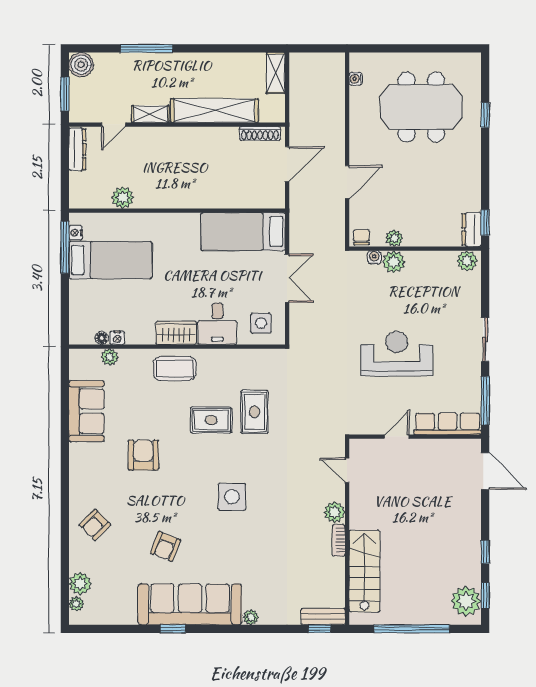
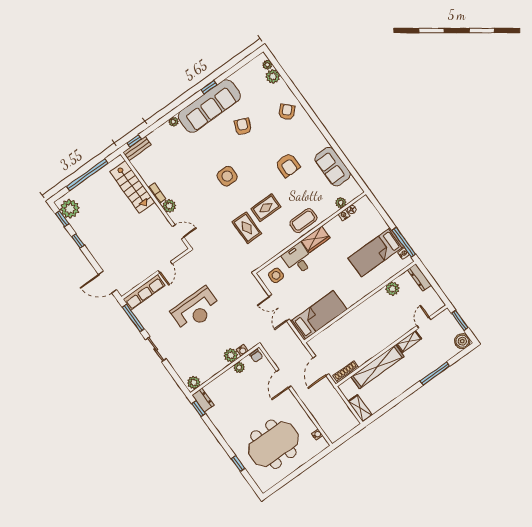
dresser: (77, 149) -> (419, 277), moved

